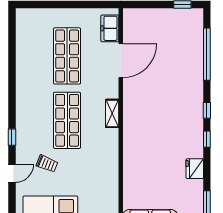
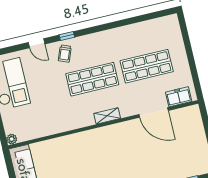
trolley: (47, 164) -> (65, 54), moved

